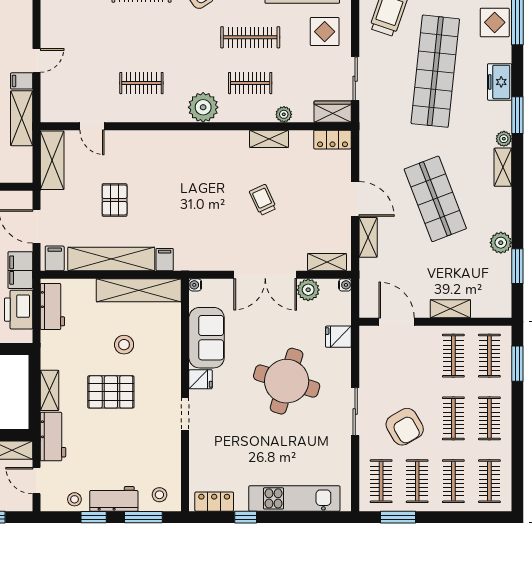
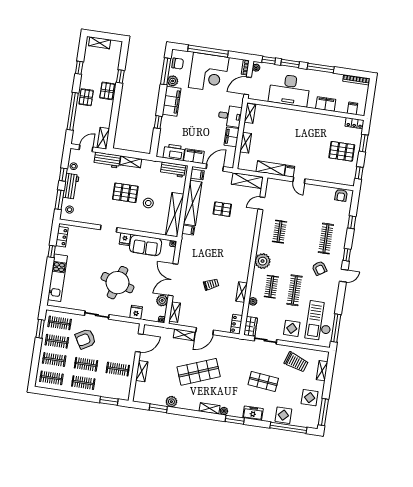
shop shelf: (435, 71) -> (263, 381), width x0.50, depth x0.74
clothes rail: (489, 356) -> (115, 387), removed
pallet: (111, 392) -> (125, 193), turned 90

